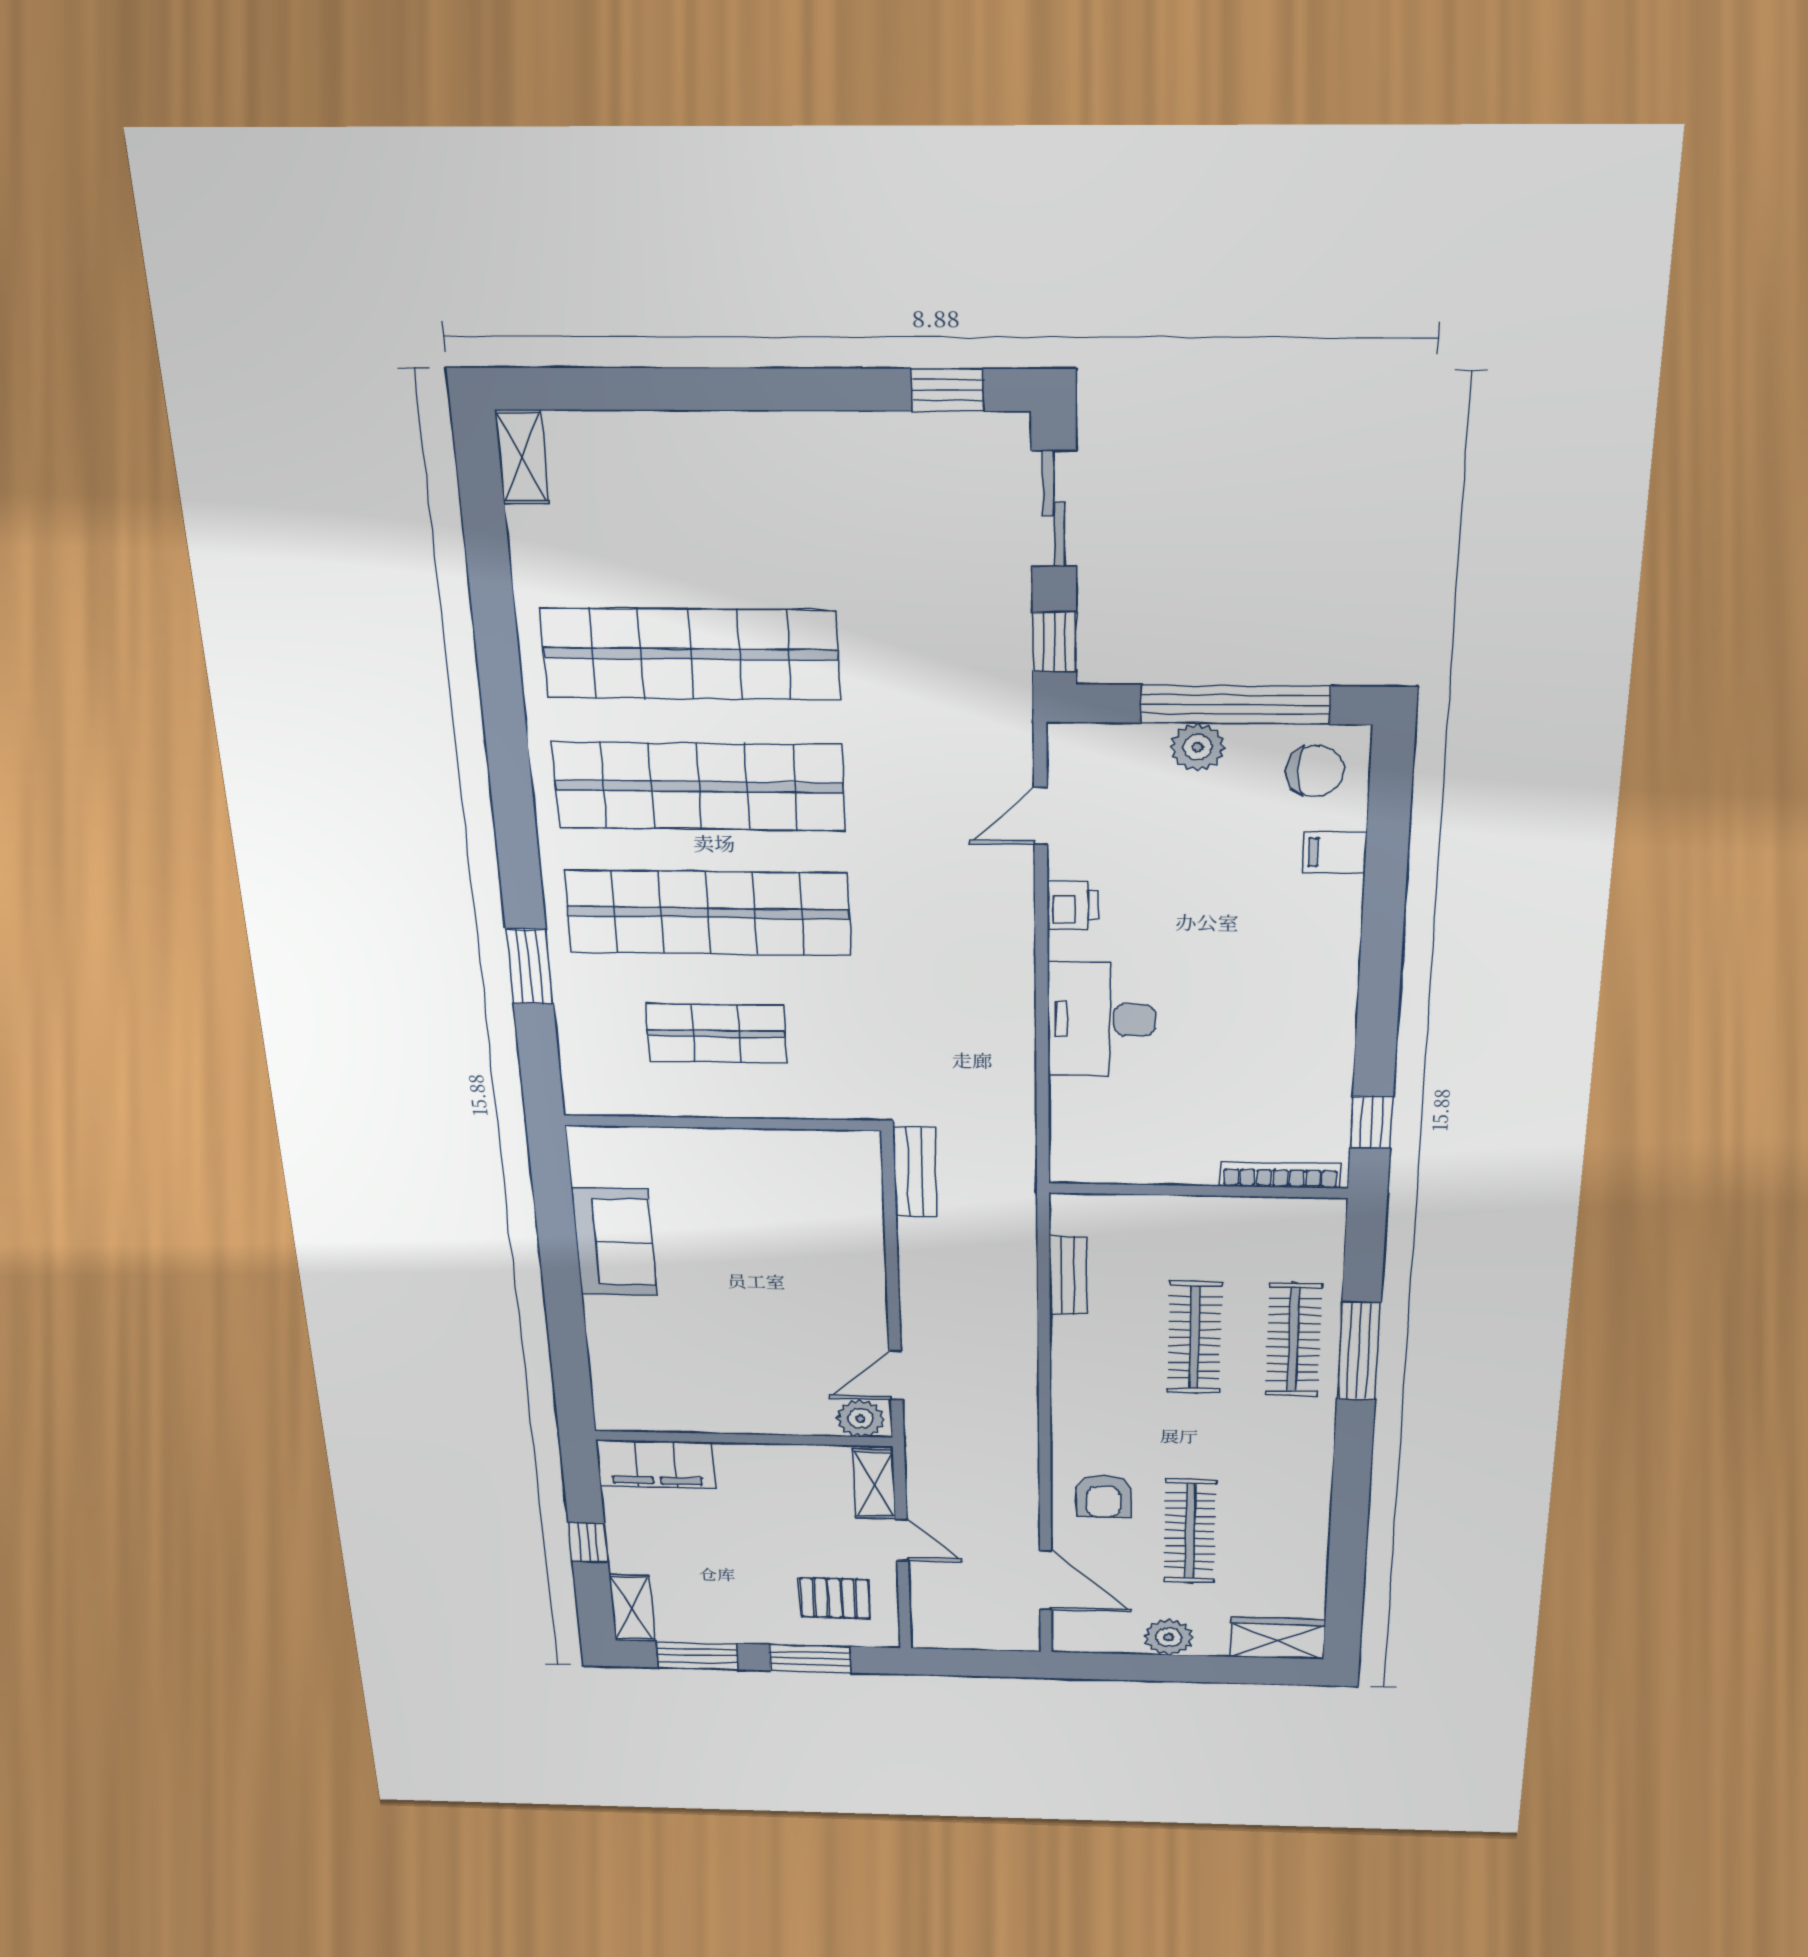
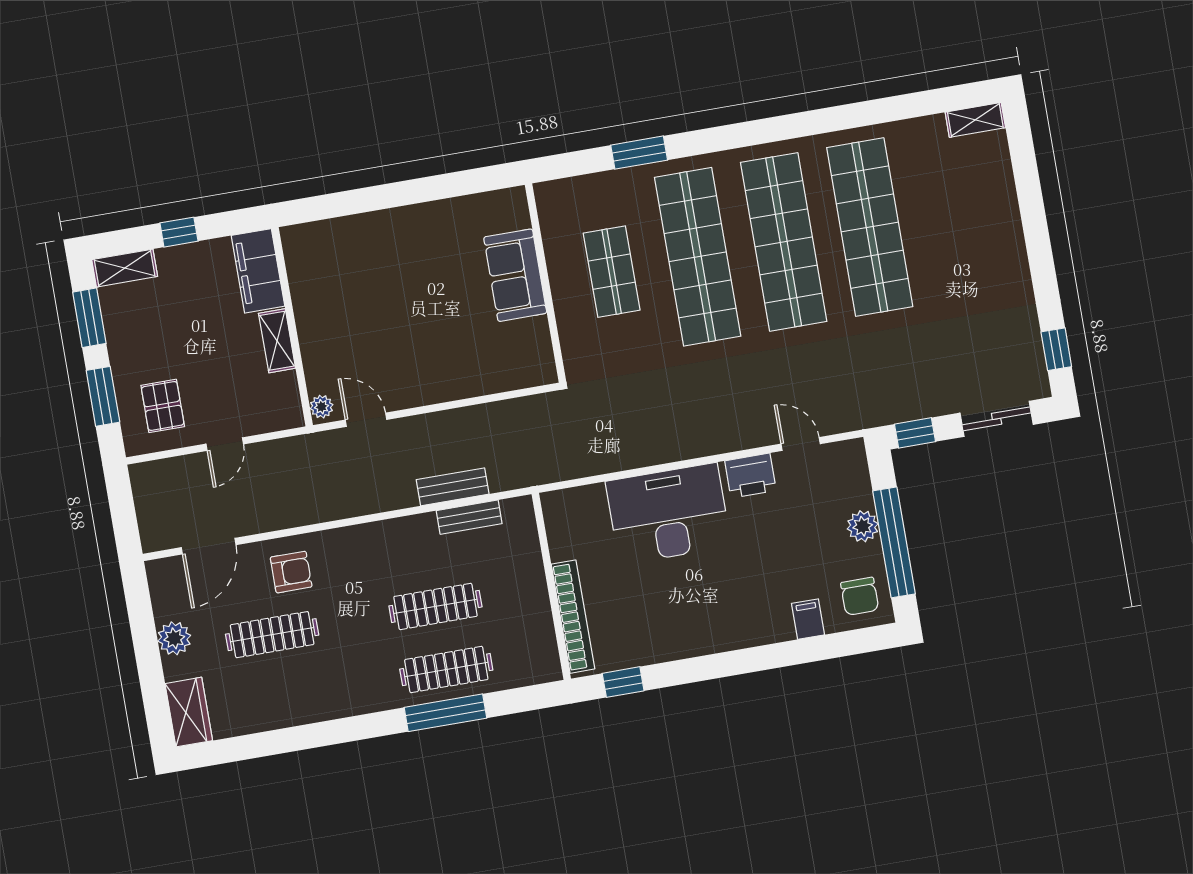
printer: (1073, 905) -> (750, 476), width x1.36, depth x1.24
desk: (1101, 1019) -> (668, 514), width x1.36, depth x1.30
bench: (915, 1172) -> (453, 487), moved
bookcase: (1280, 1175) -> (573, 617), width x1.48, depth x1.31
sofa: (614, 1242) -> (515, 275), moved, turned 90
plant: (860, 1418) -> (322, 407), width x0.73, depth x0.73
shelving: (874, 1484) -> (277, 341), moved, turned 90
armchair: (1104, 1496) -> (291, 572), turned 180

